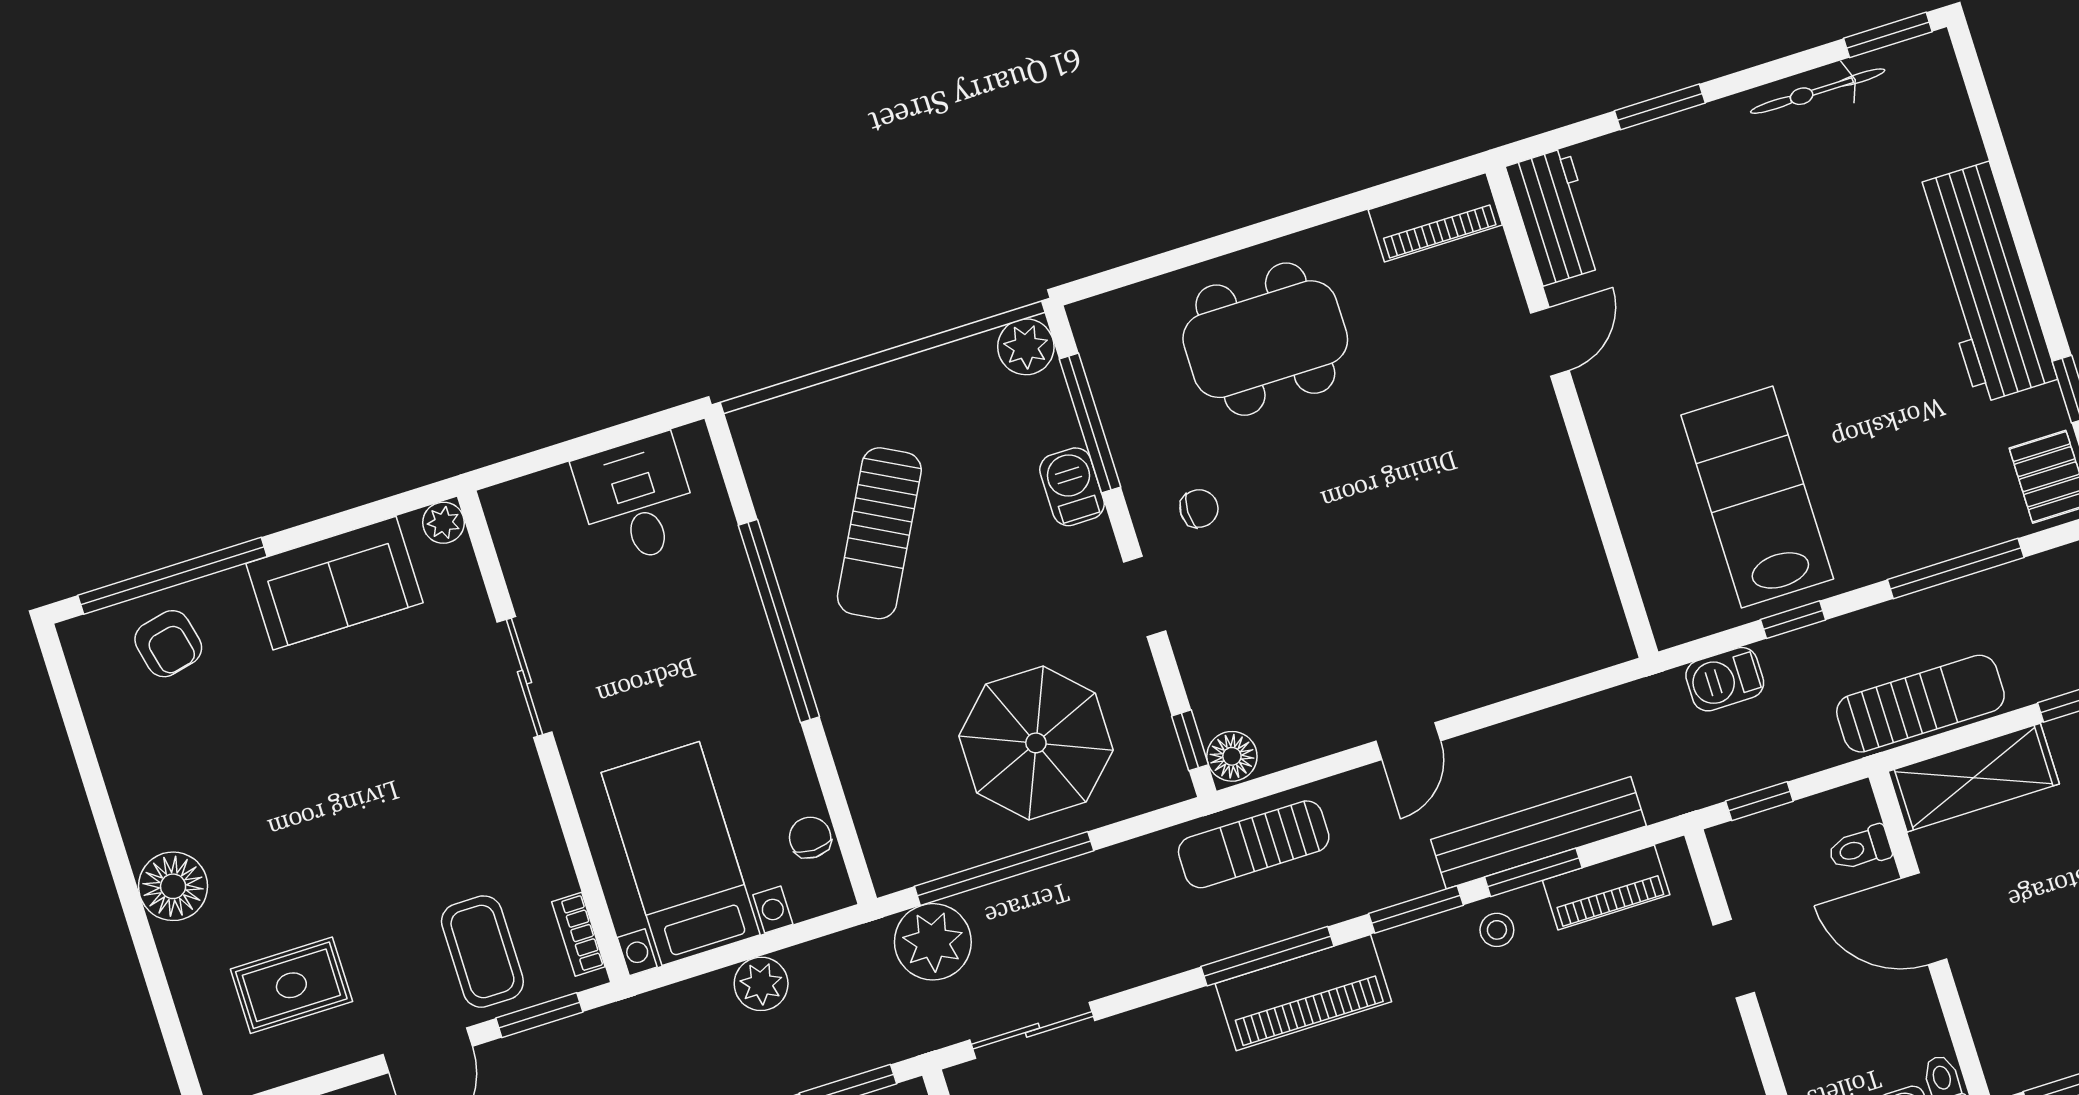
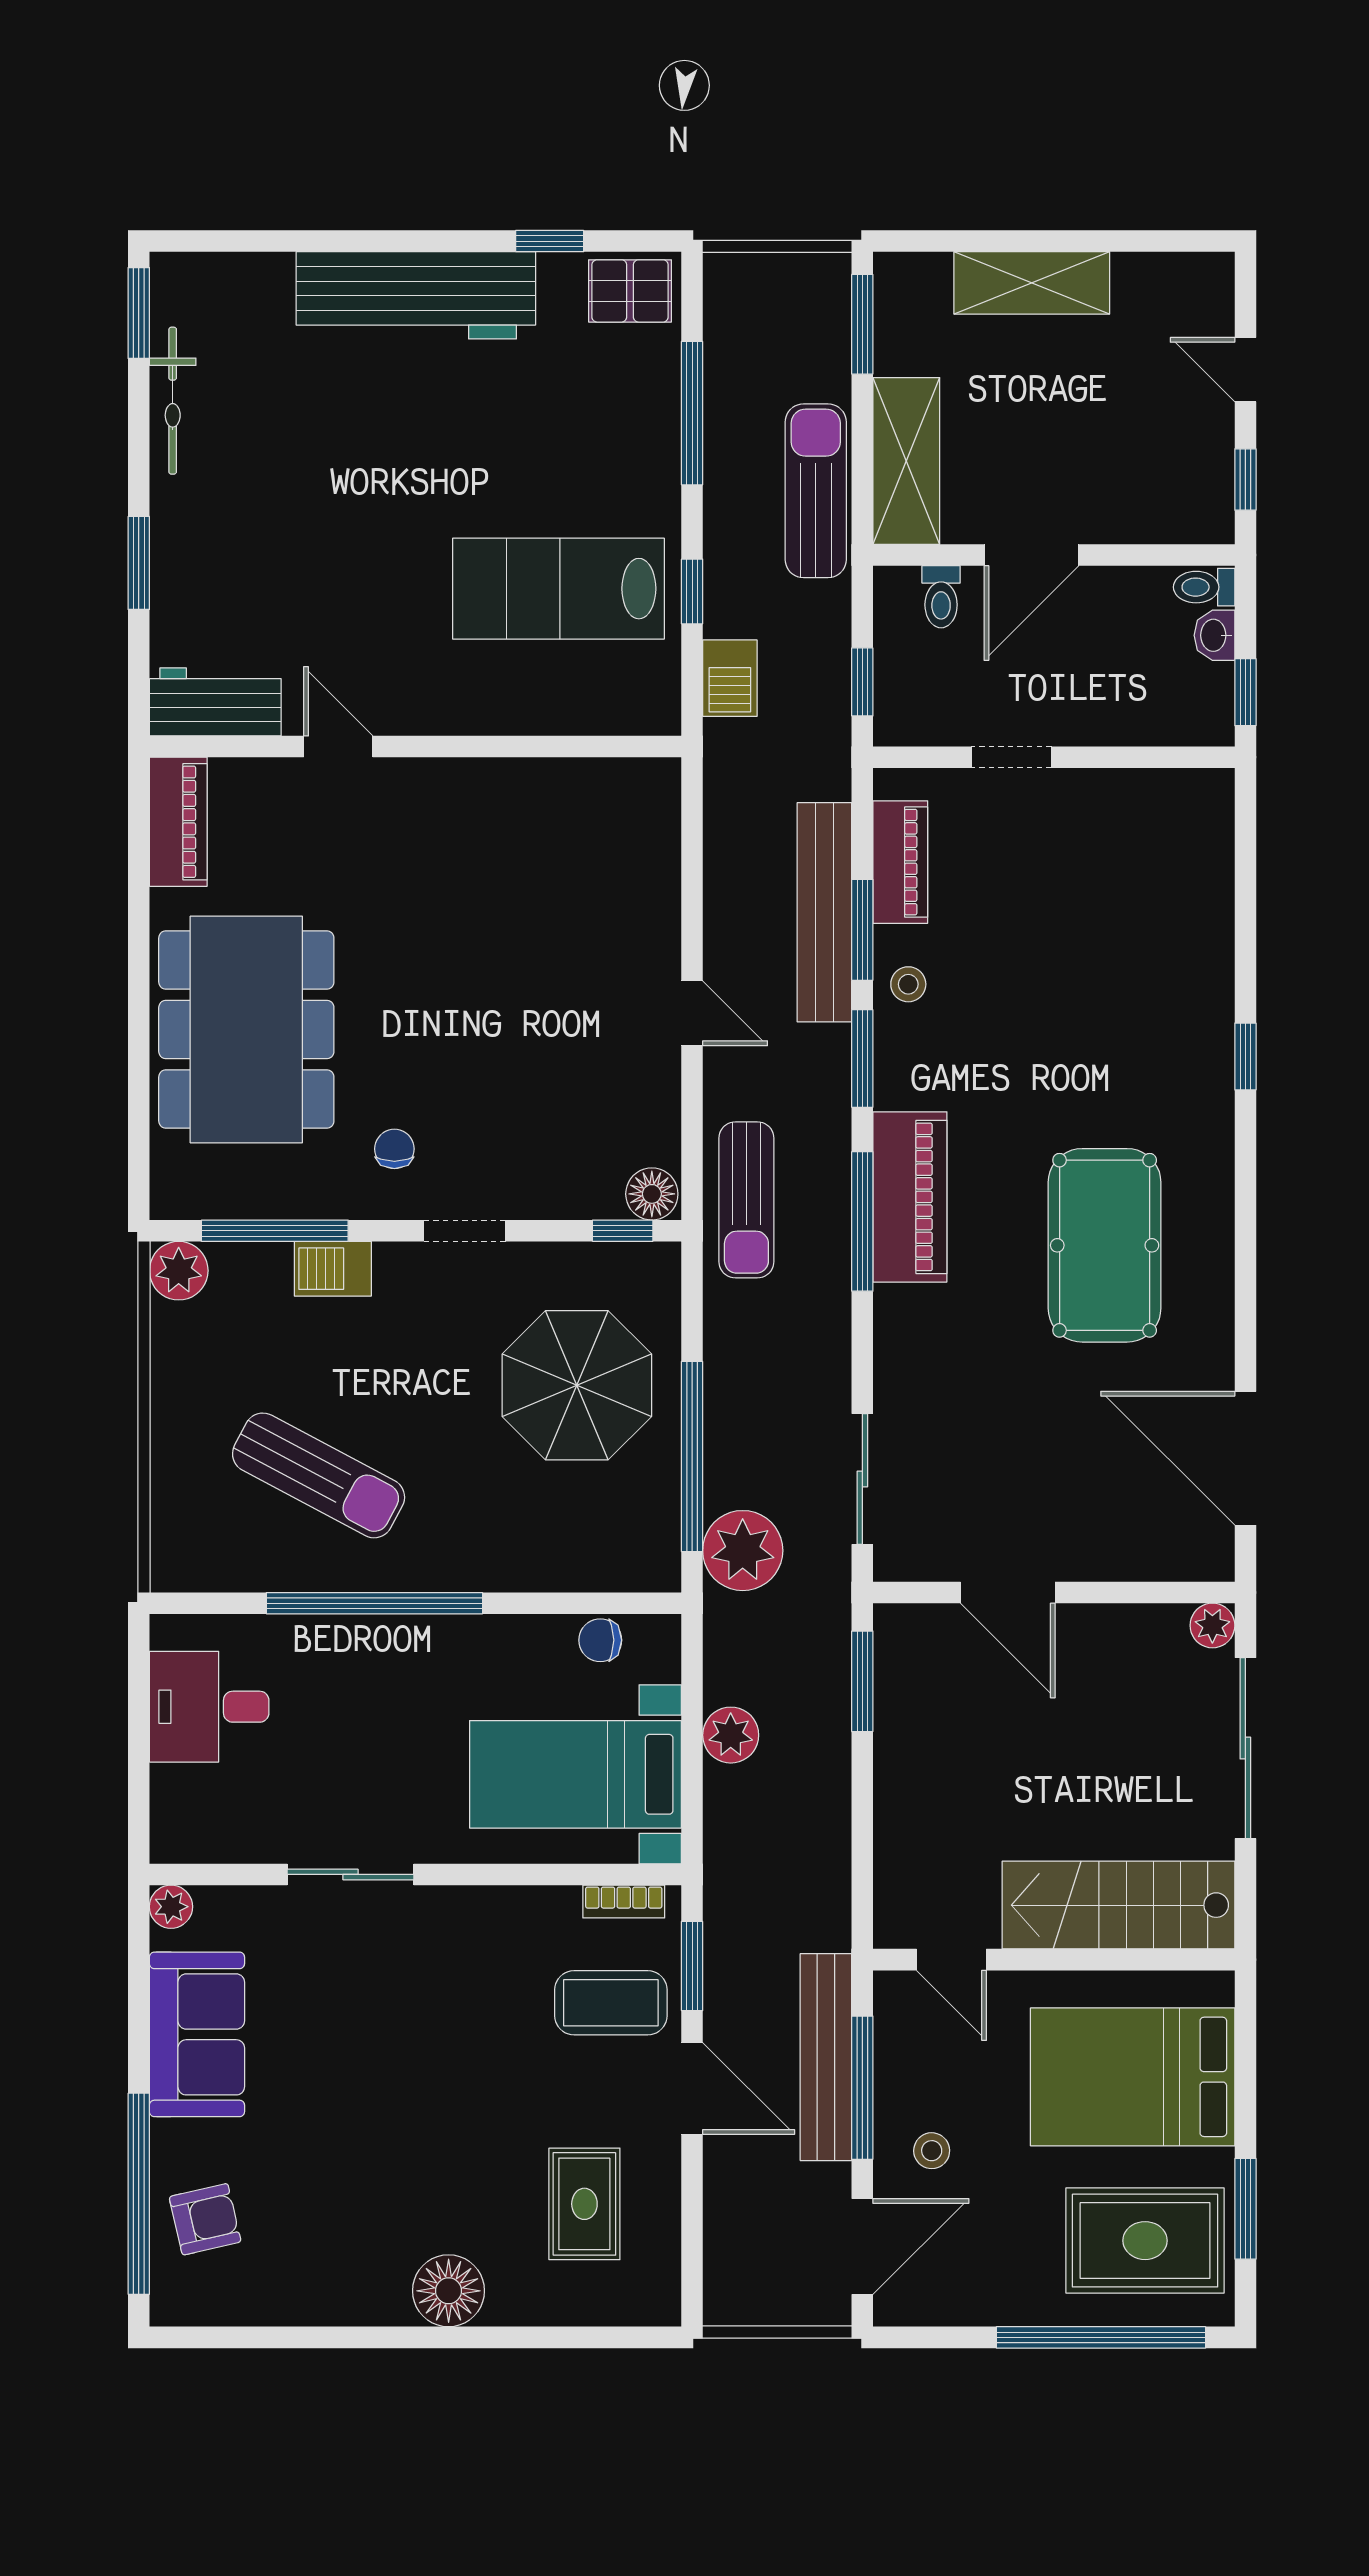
dining table: (1265, 339) -> (246, 1029), width x1.36, depth x1.24

